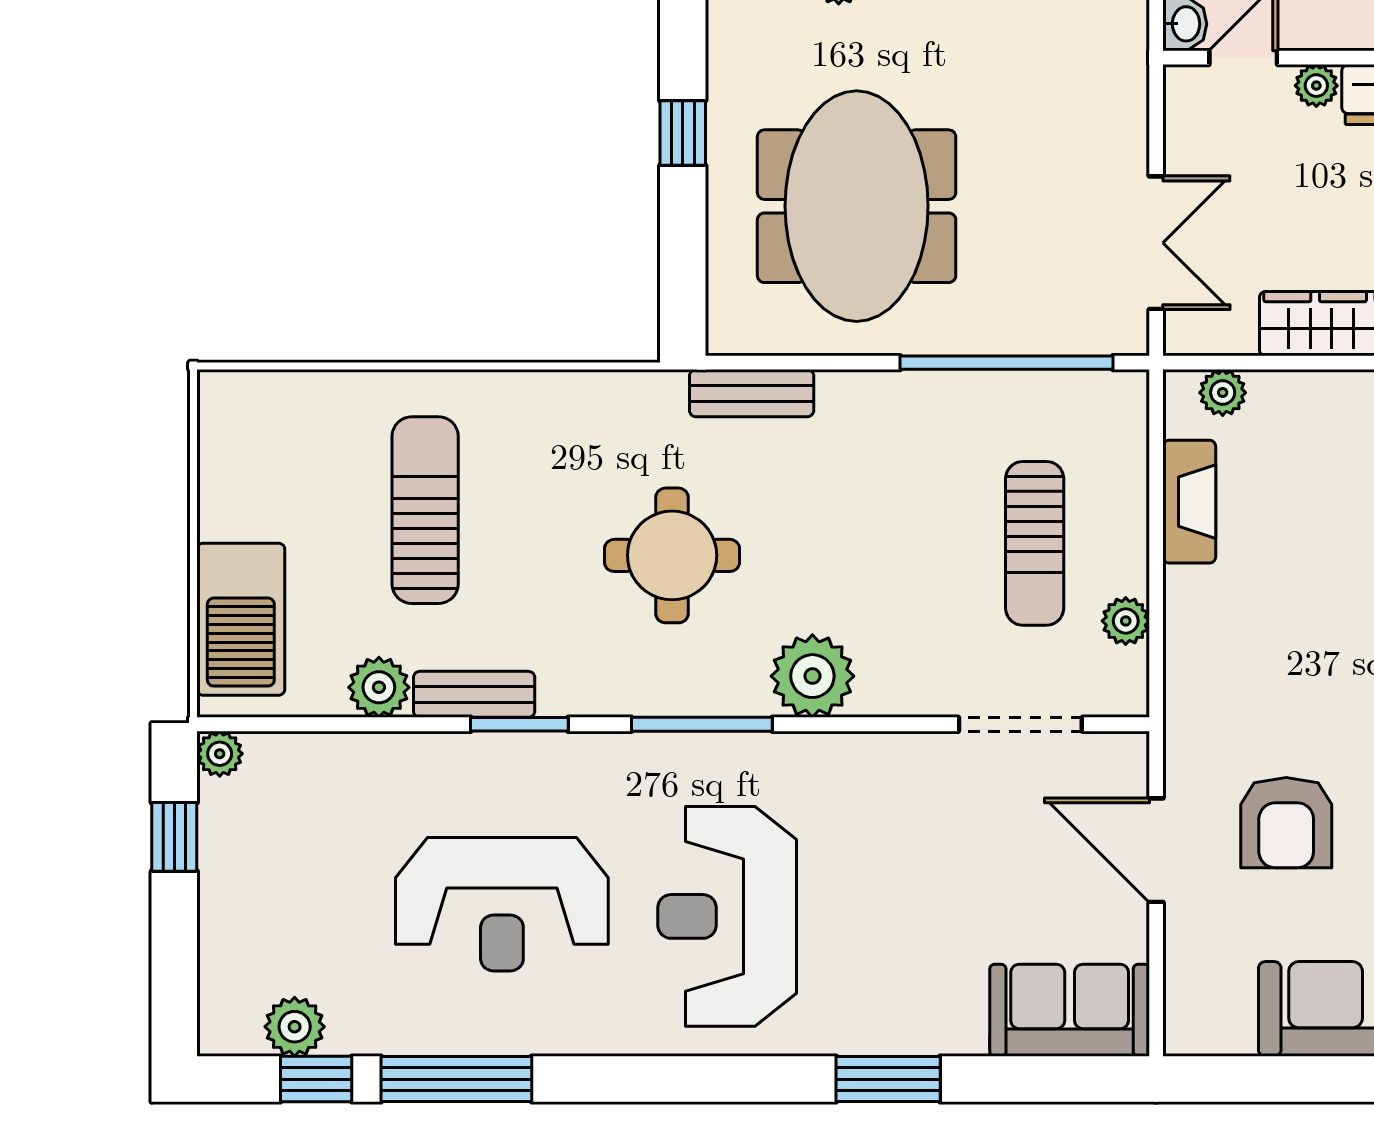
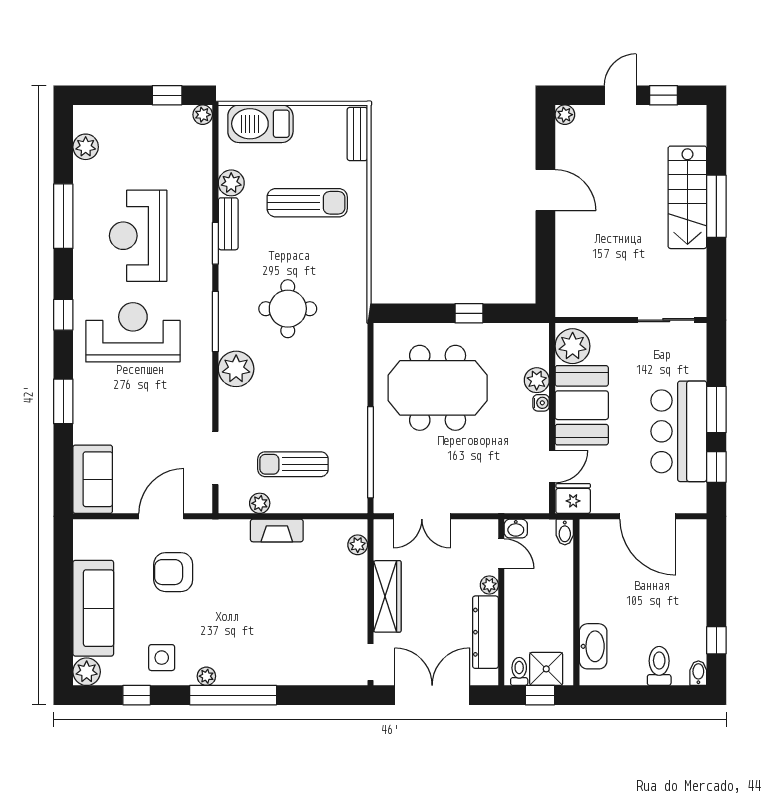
bench: (752, 393) -> (357, 134), moved
fireplace: (1189, 502) -> (277, 530), moved
window: (316, 1079) -> (63, 315), moved

